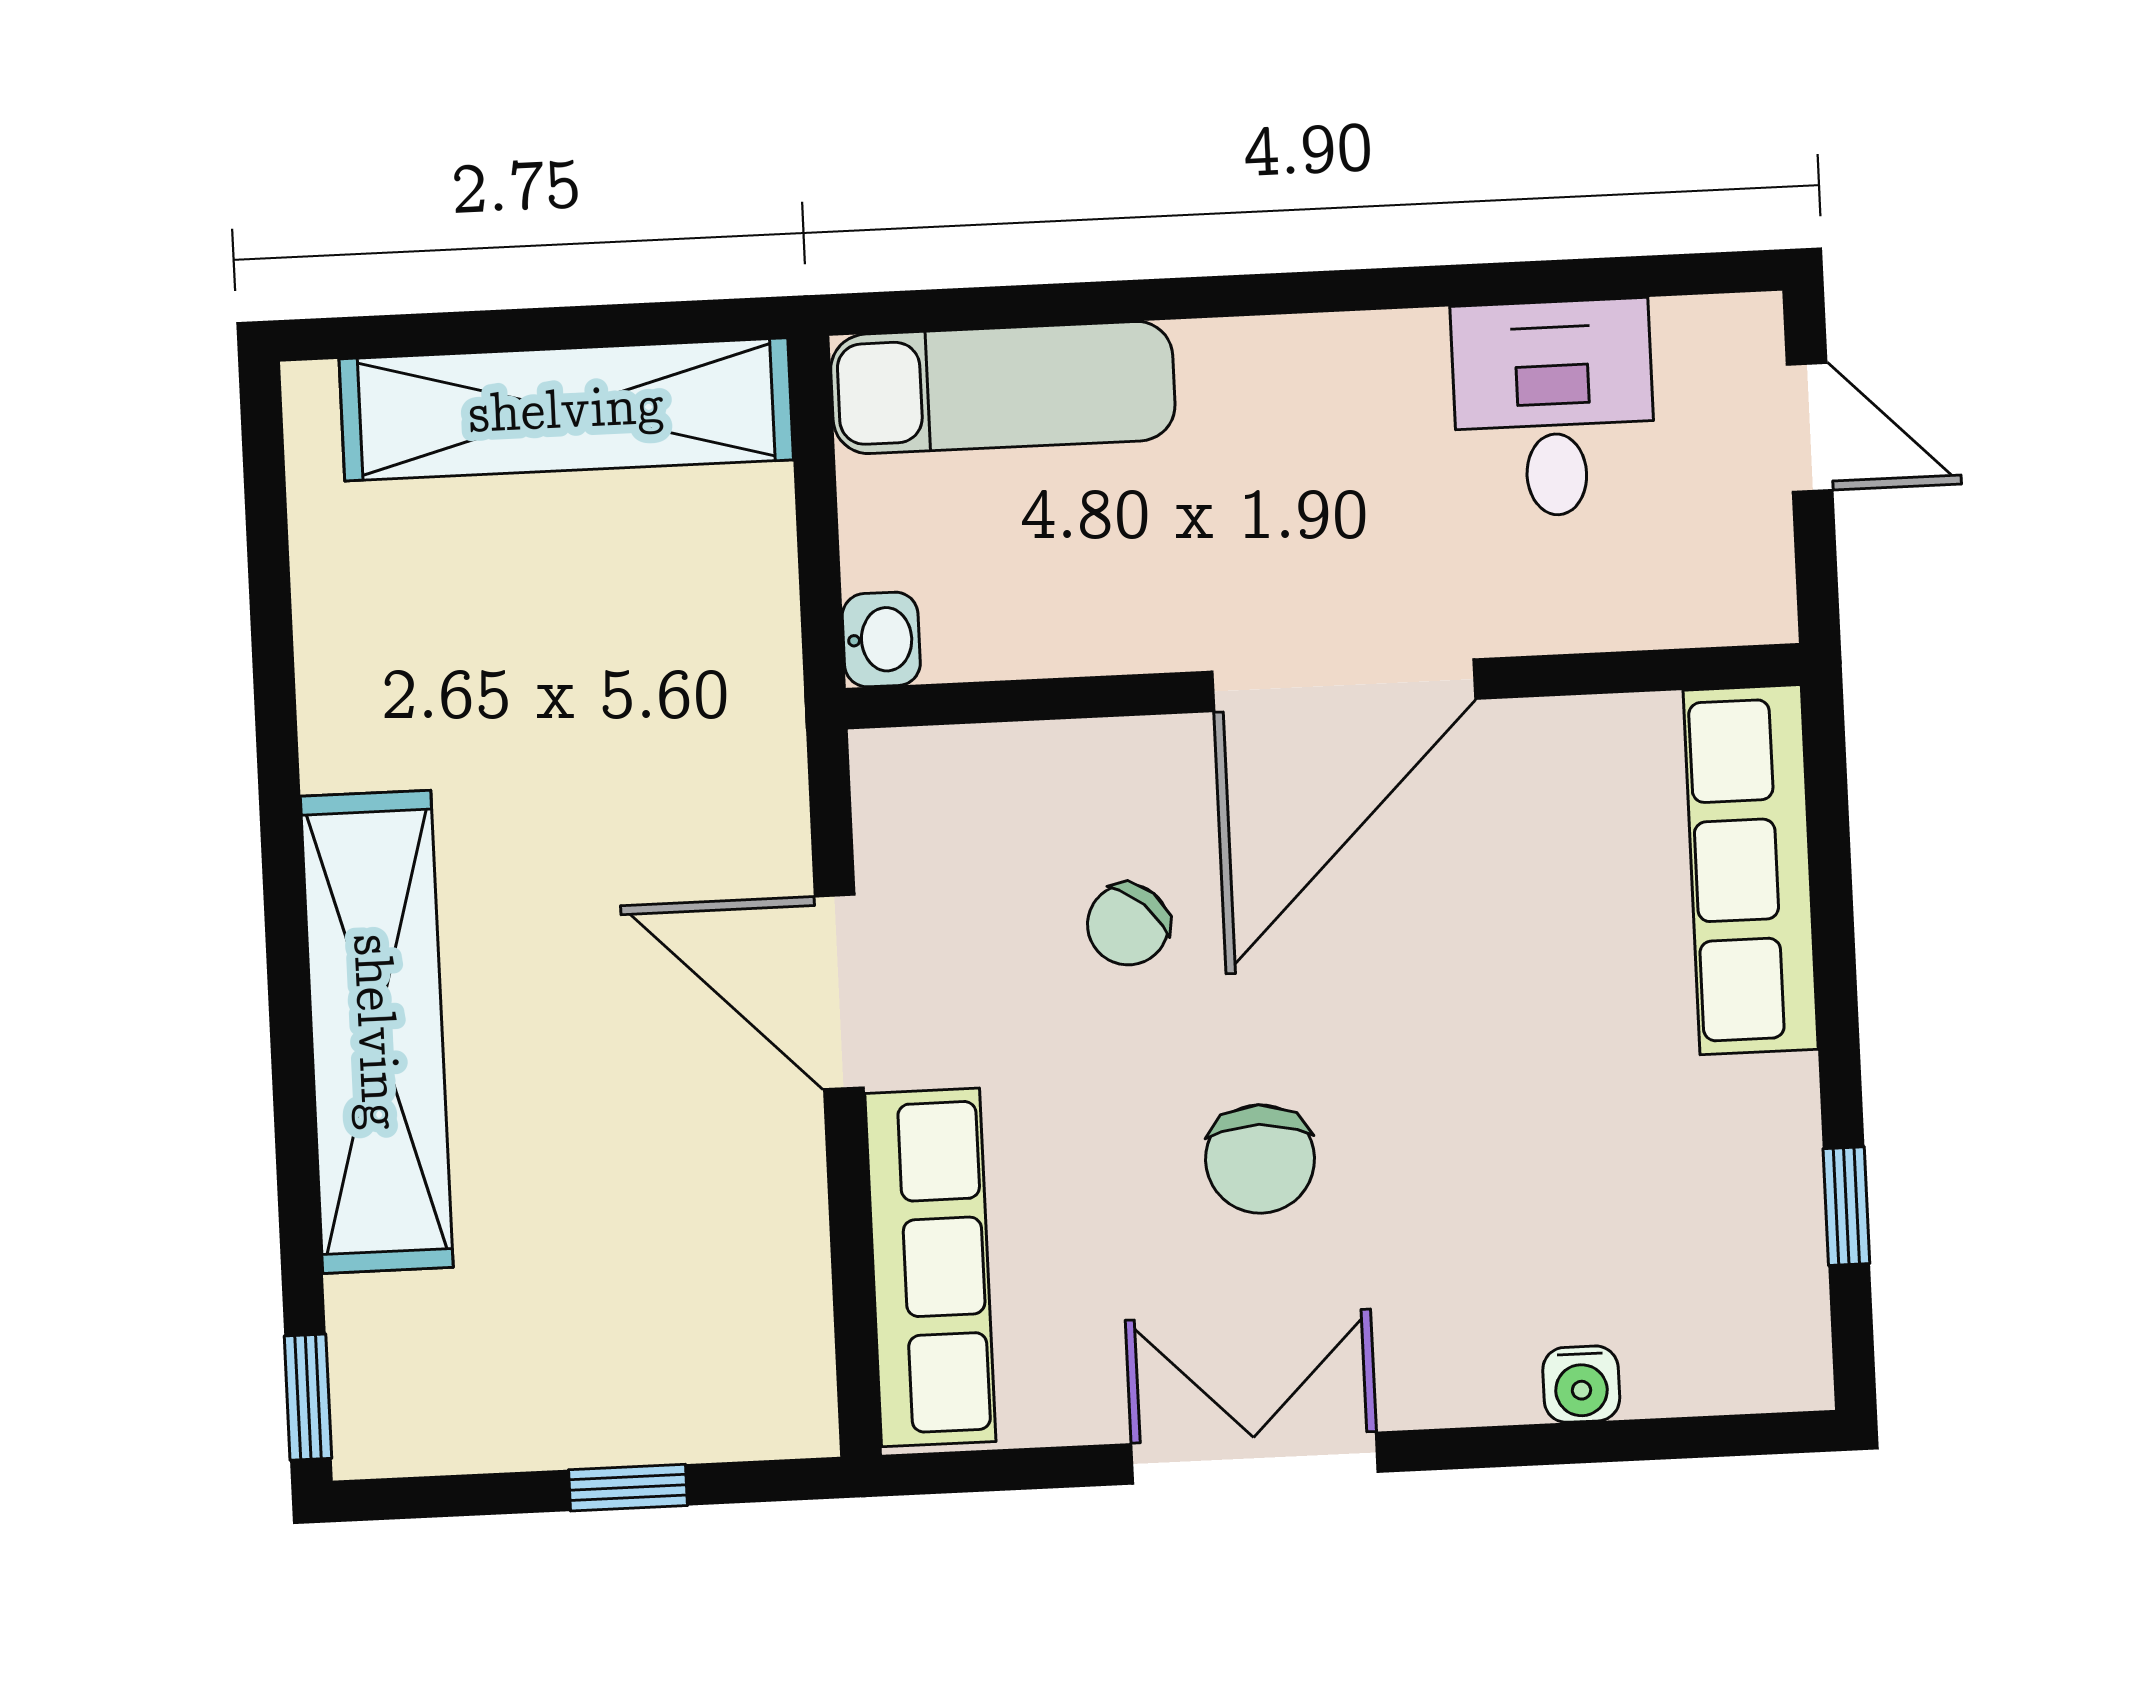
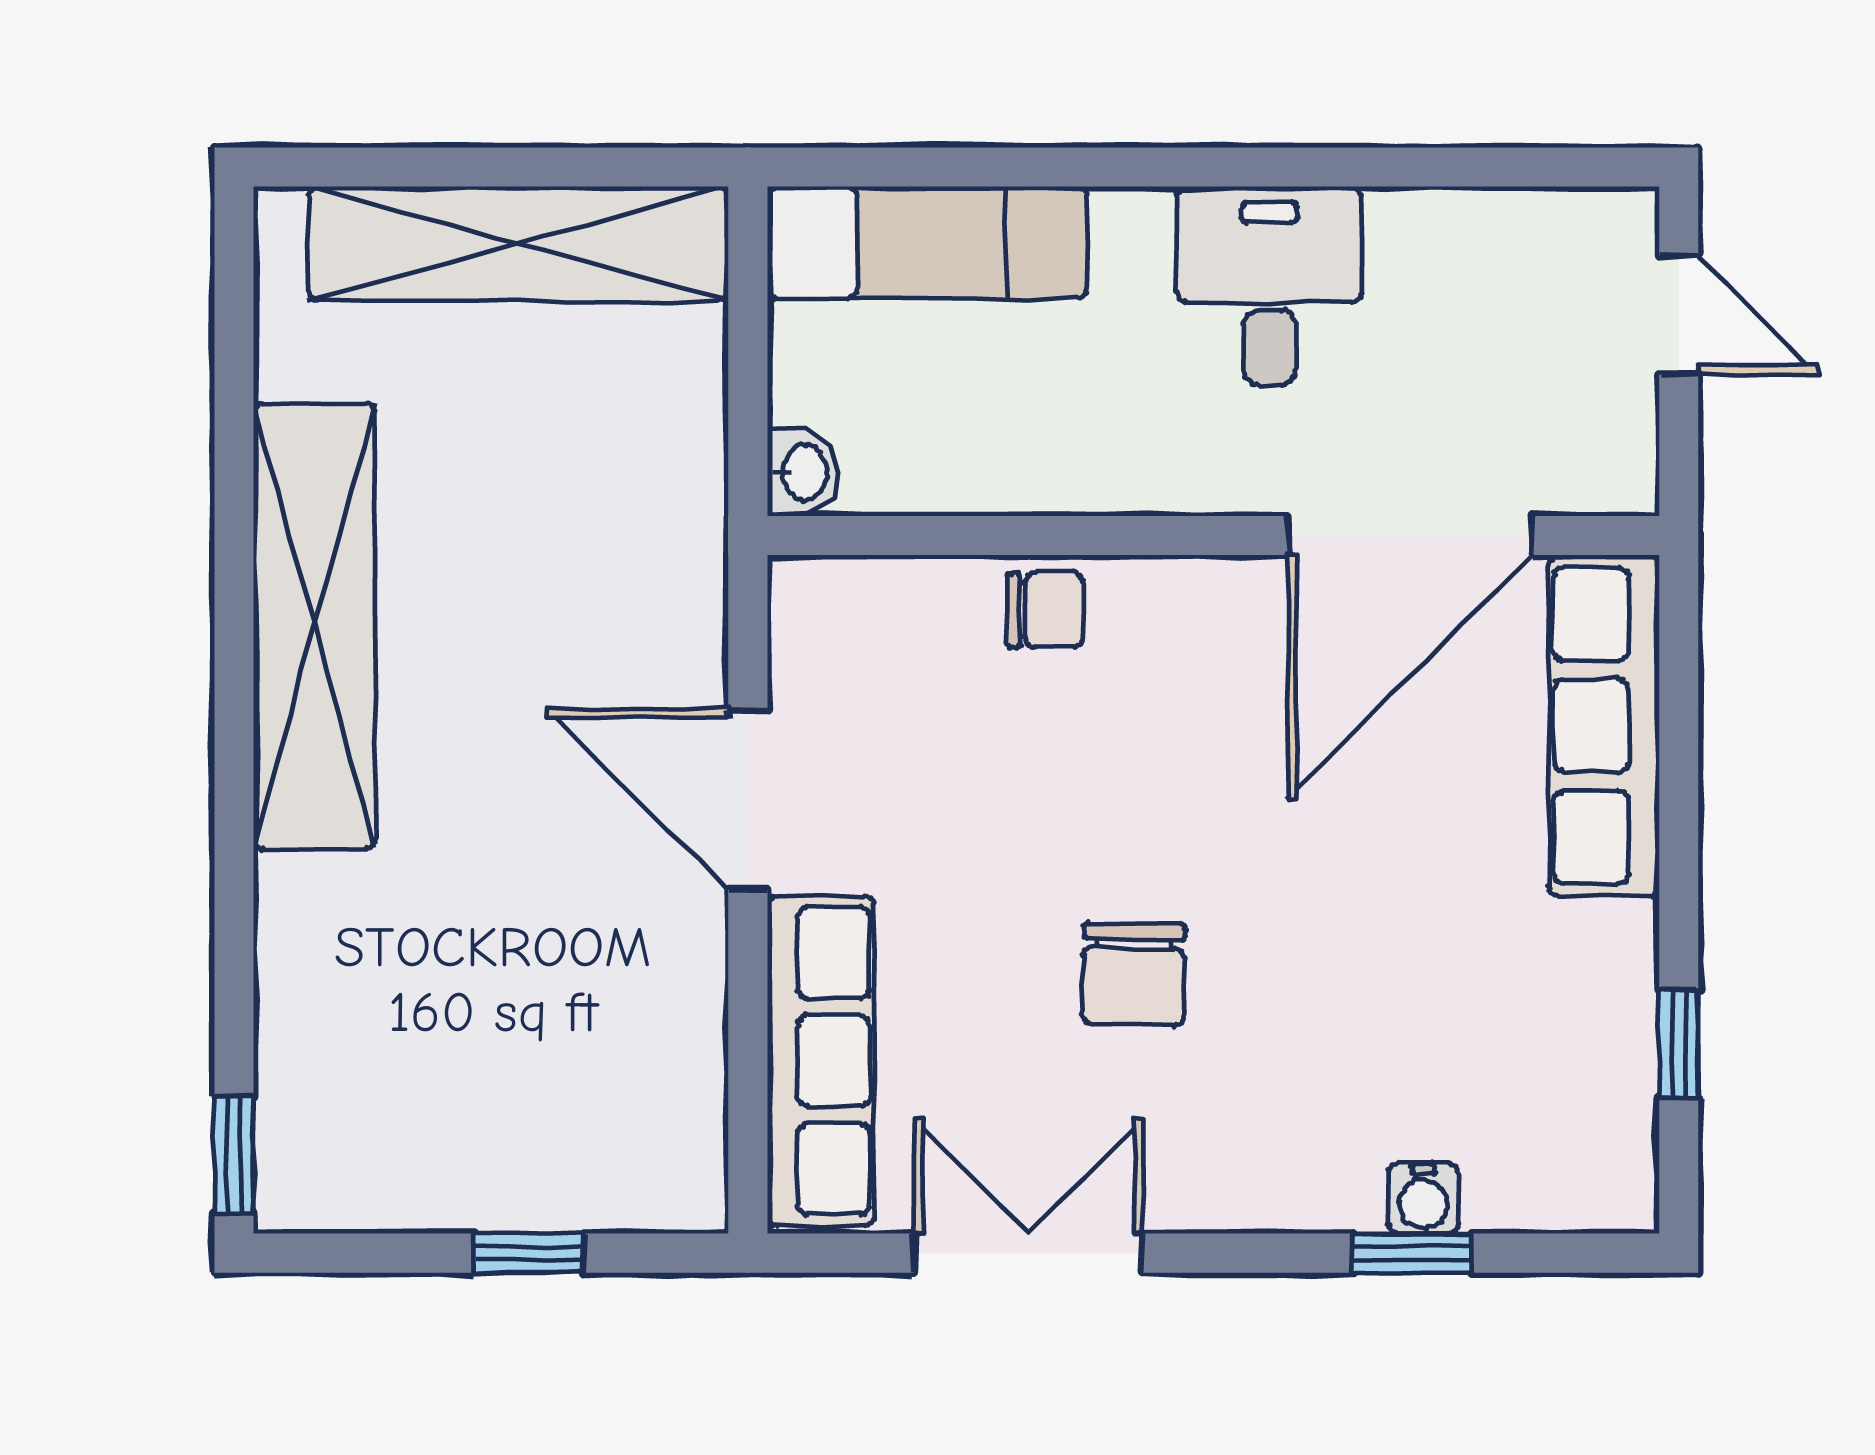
desk: (1554, 408) -> (1269, 286), moved
door: (1344, 685) -> (1410, 536), moved
chair: (1128, 925) -> (1045, 610), moved, turned -132
shelving: (377, 1032) -> (314, 626), moved
window: (1572, 1443) -> (1412, 1253), added
double door: (1255, 1458) -> (1029, 1253), moved

